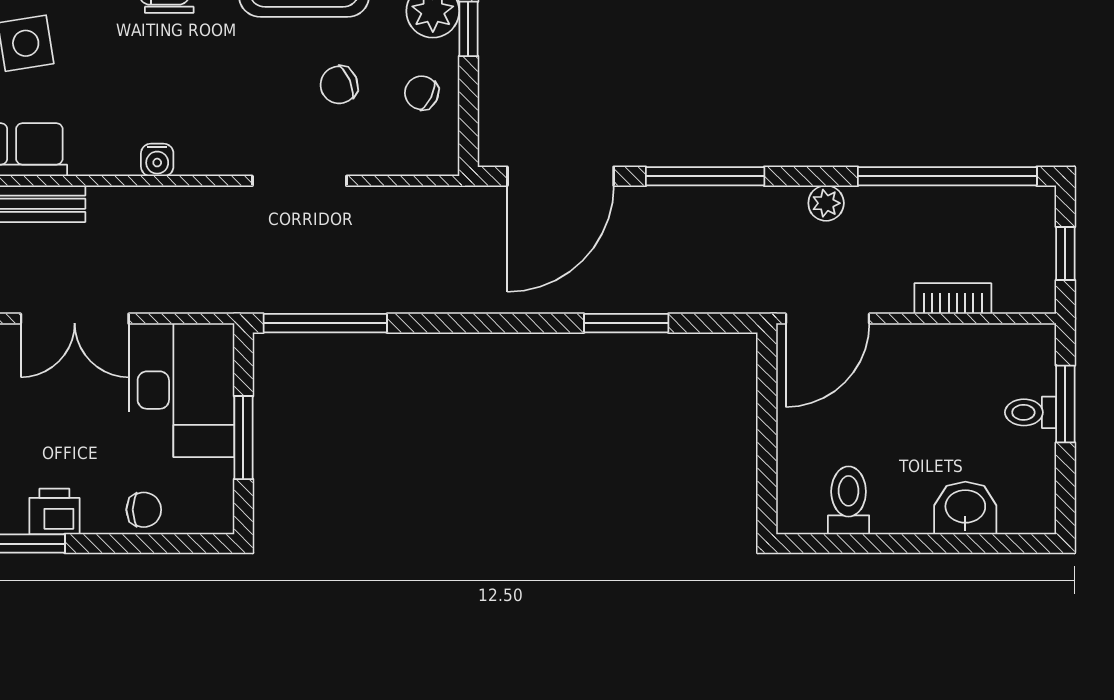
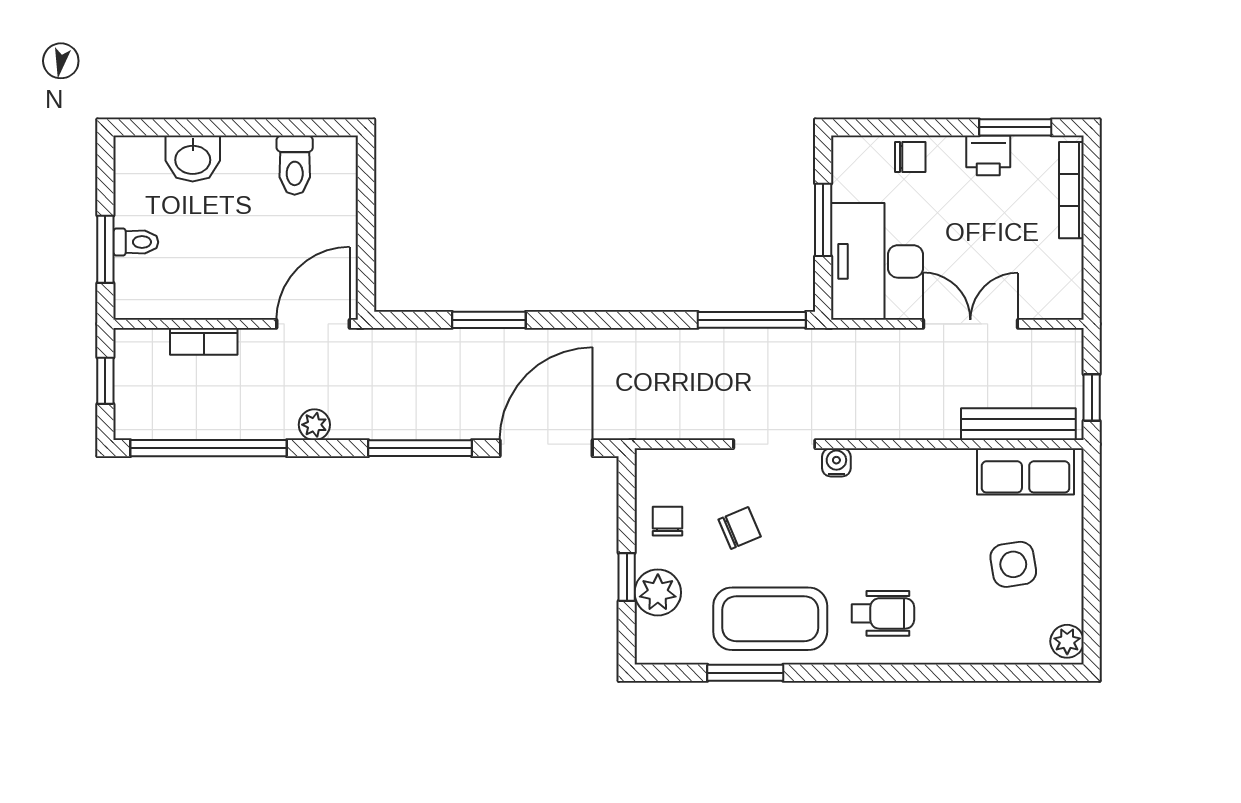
chair: (422, 93) -> (668, 521), turned -116
water cooler: (157, 160) -> (836, 462), moved
chair: (144, 510) -> (910, 157), turned 180

